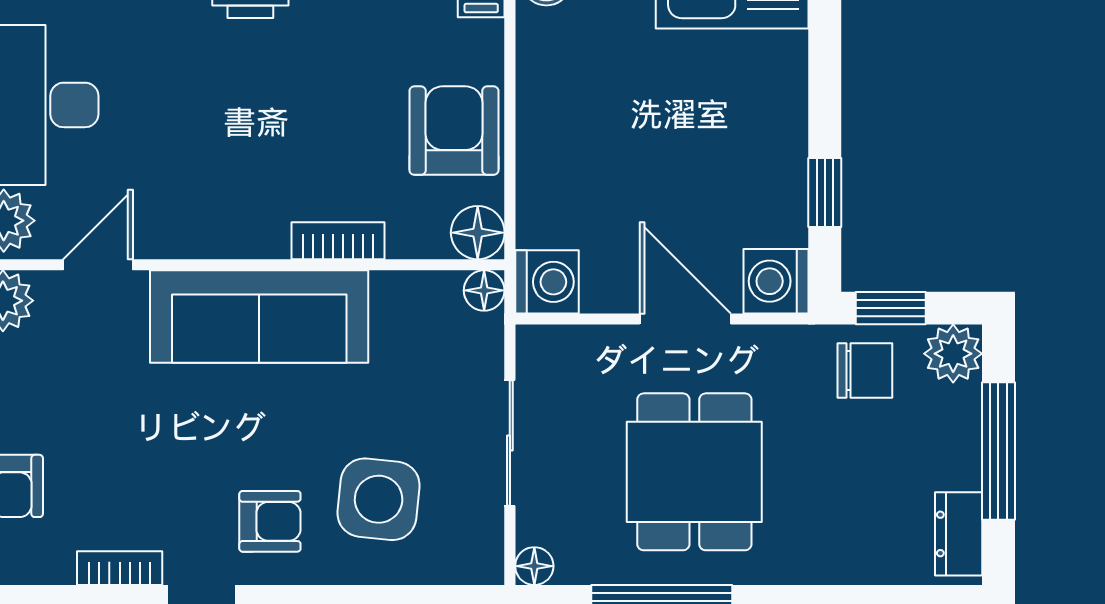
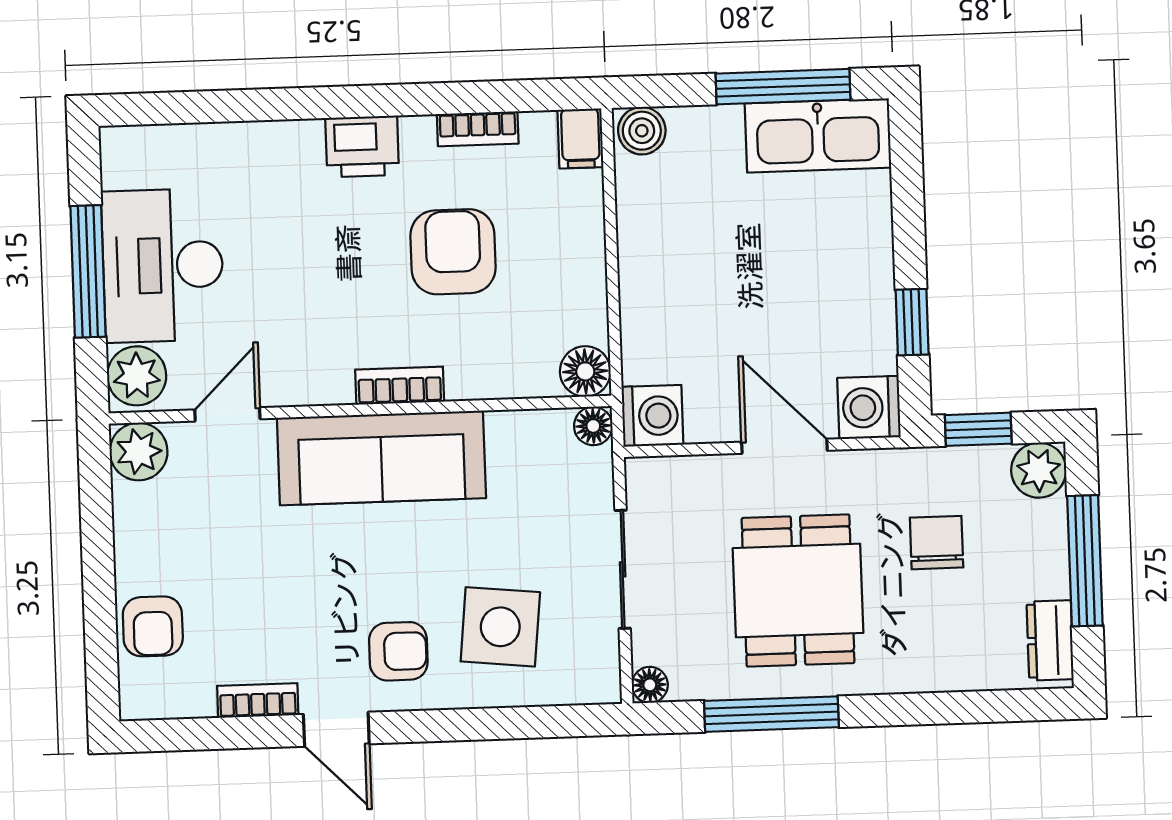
armchair: (454, 131) -> (453, 252), moved
bookcase: (338, 241) -> (400, 386), moved
chair: (865, 370) -> (937, 543), moved, turned -90

